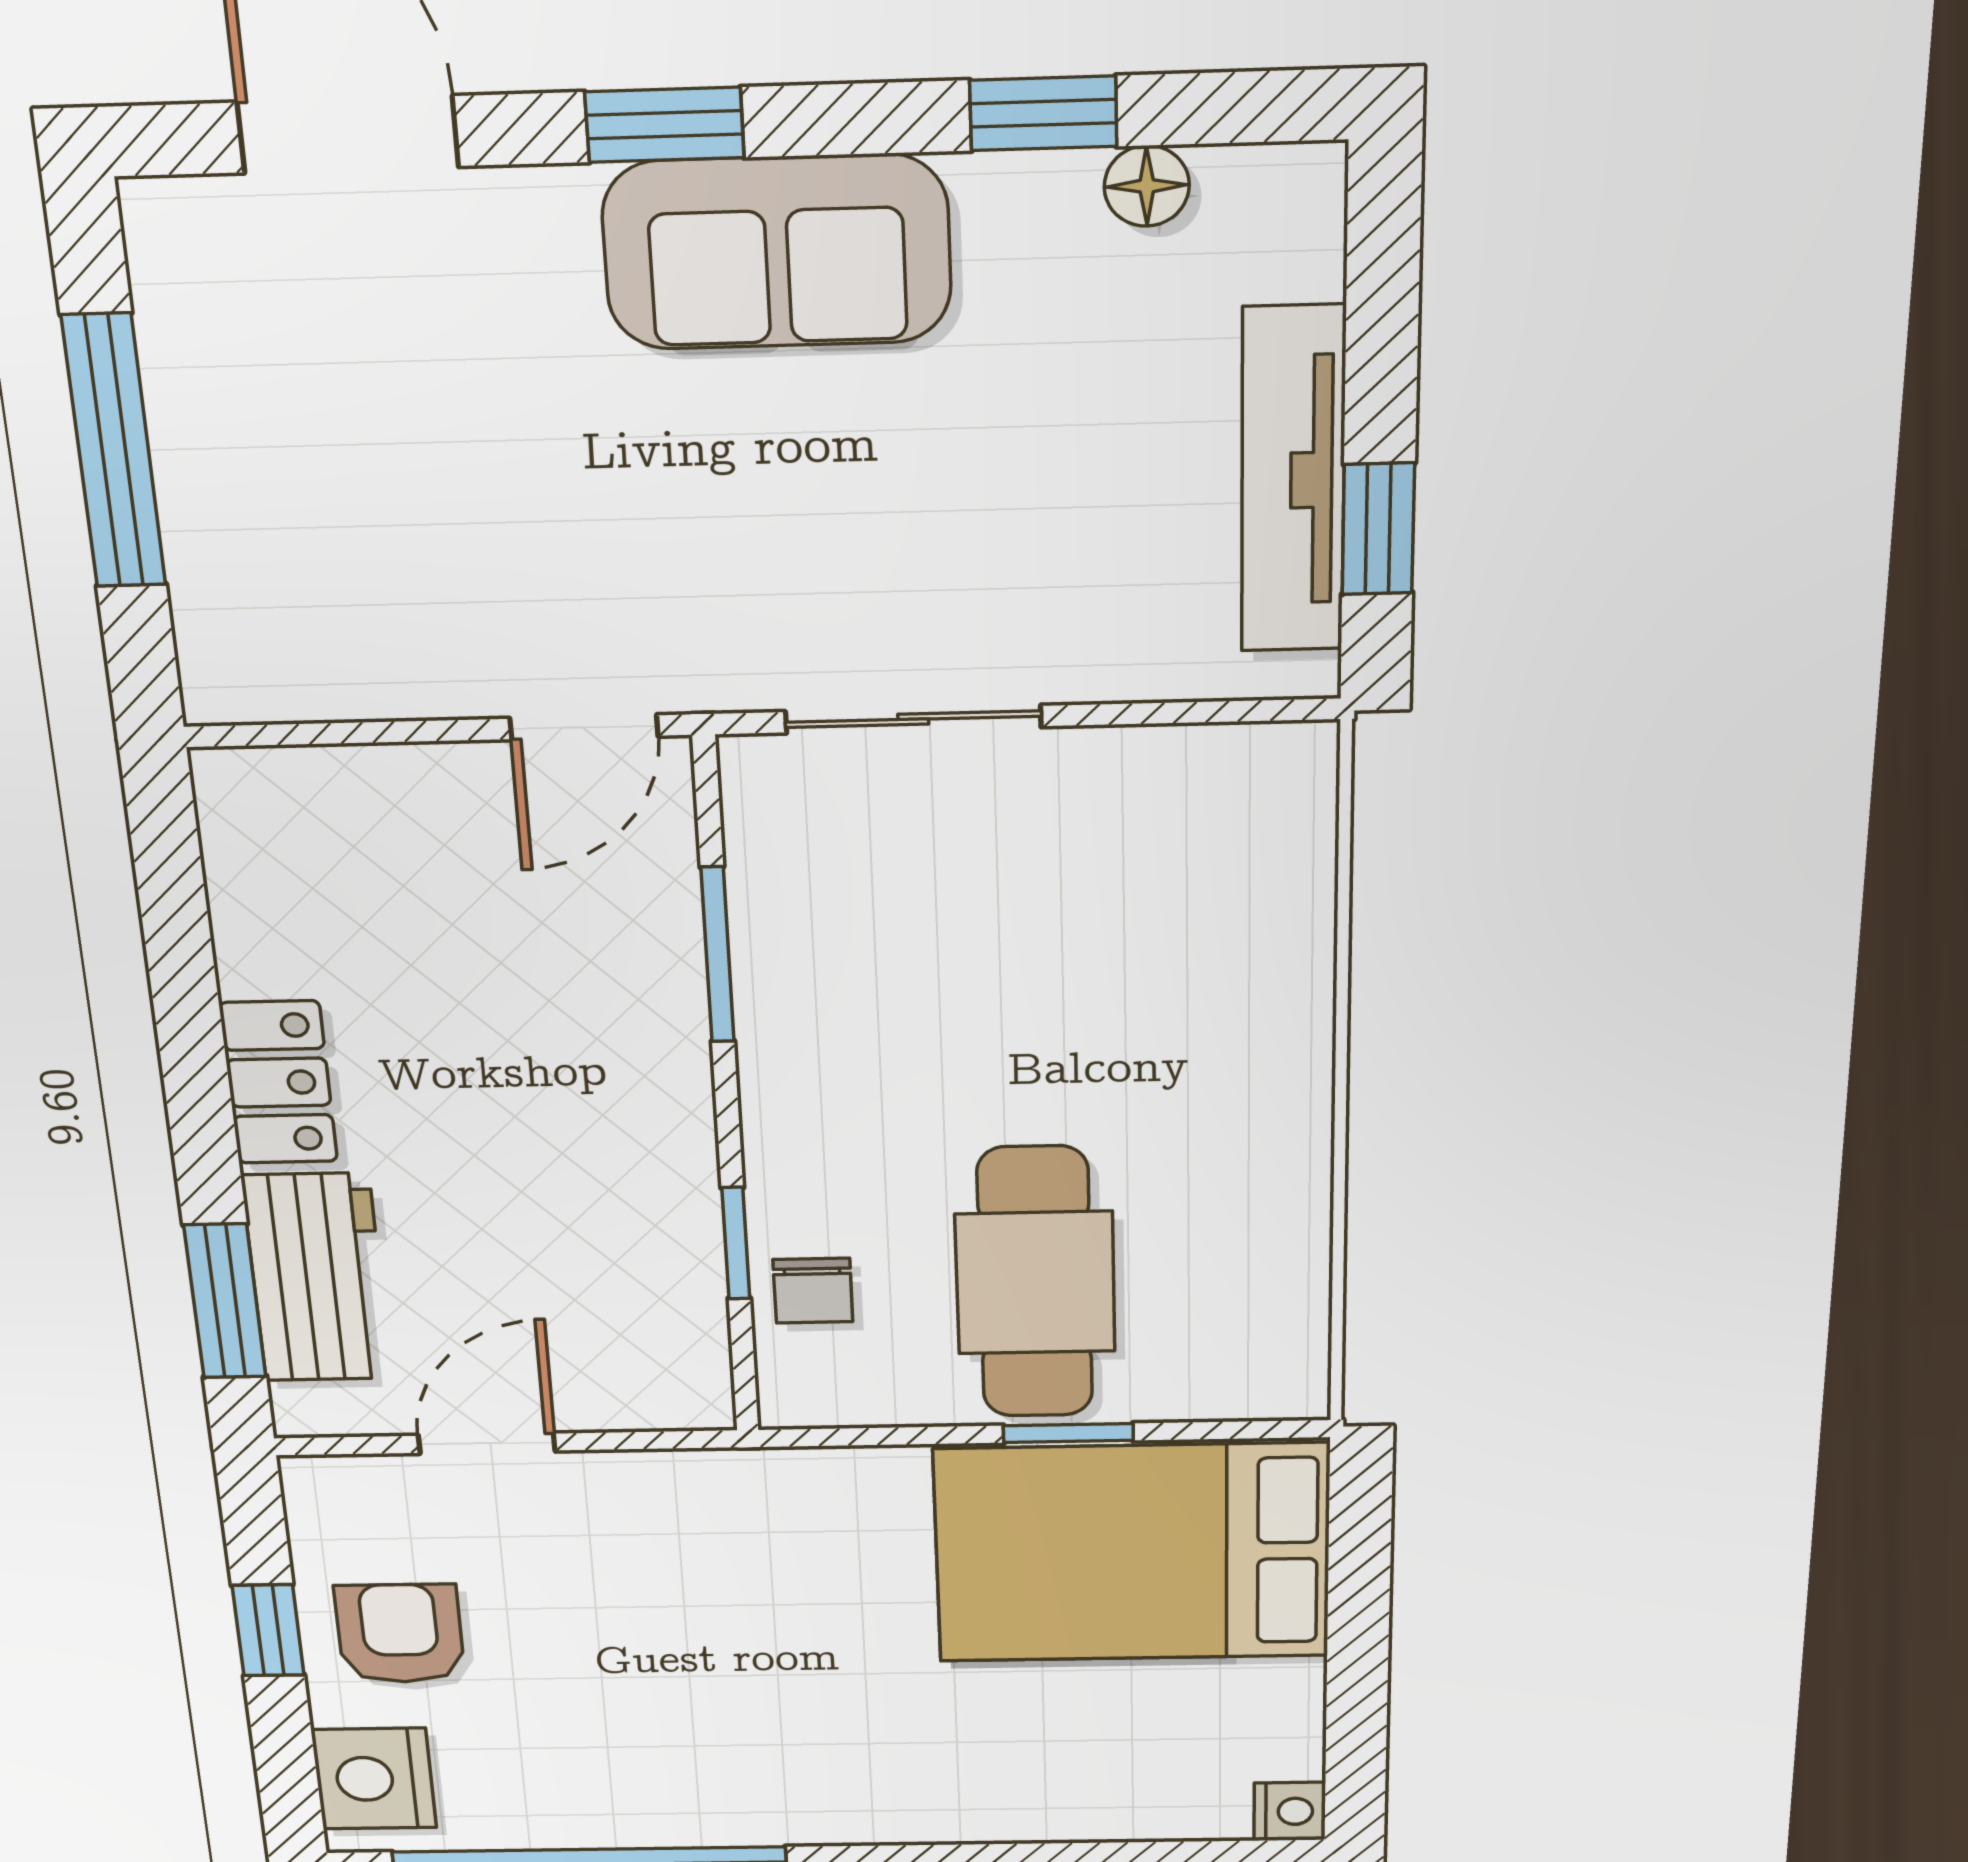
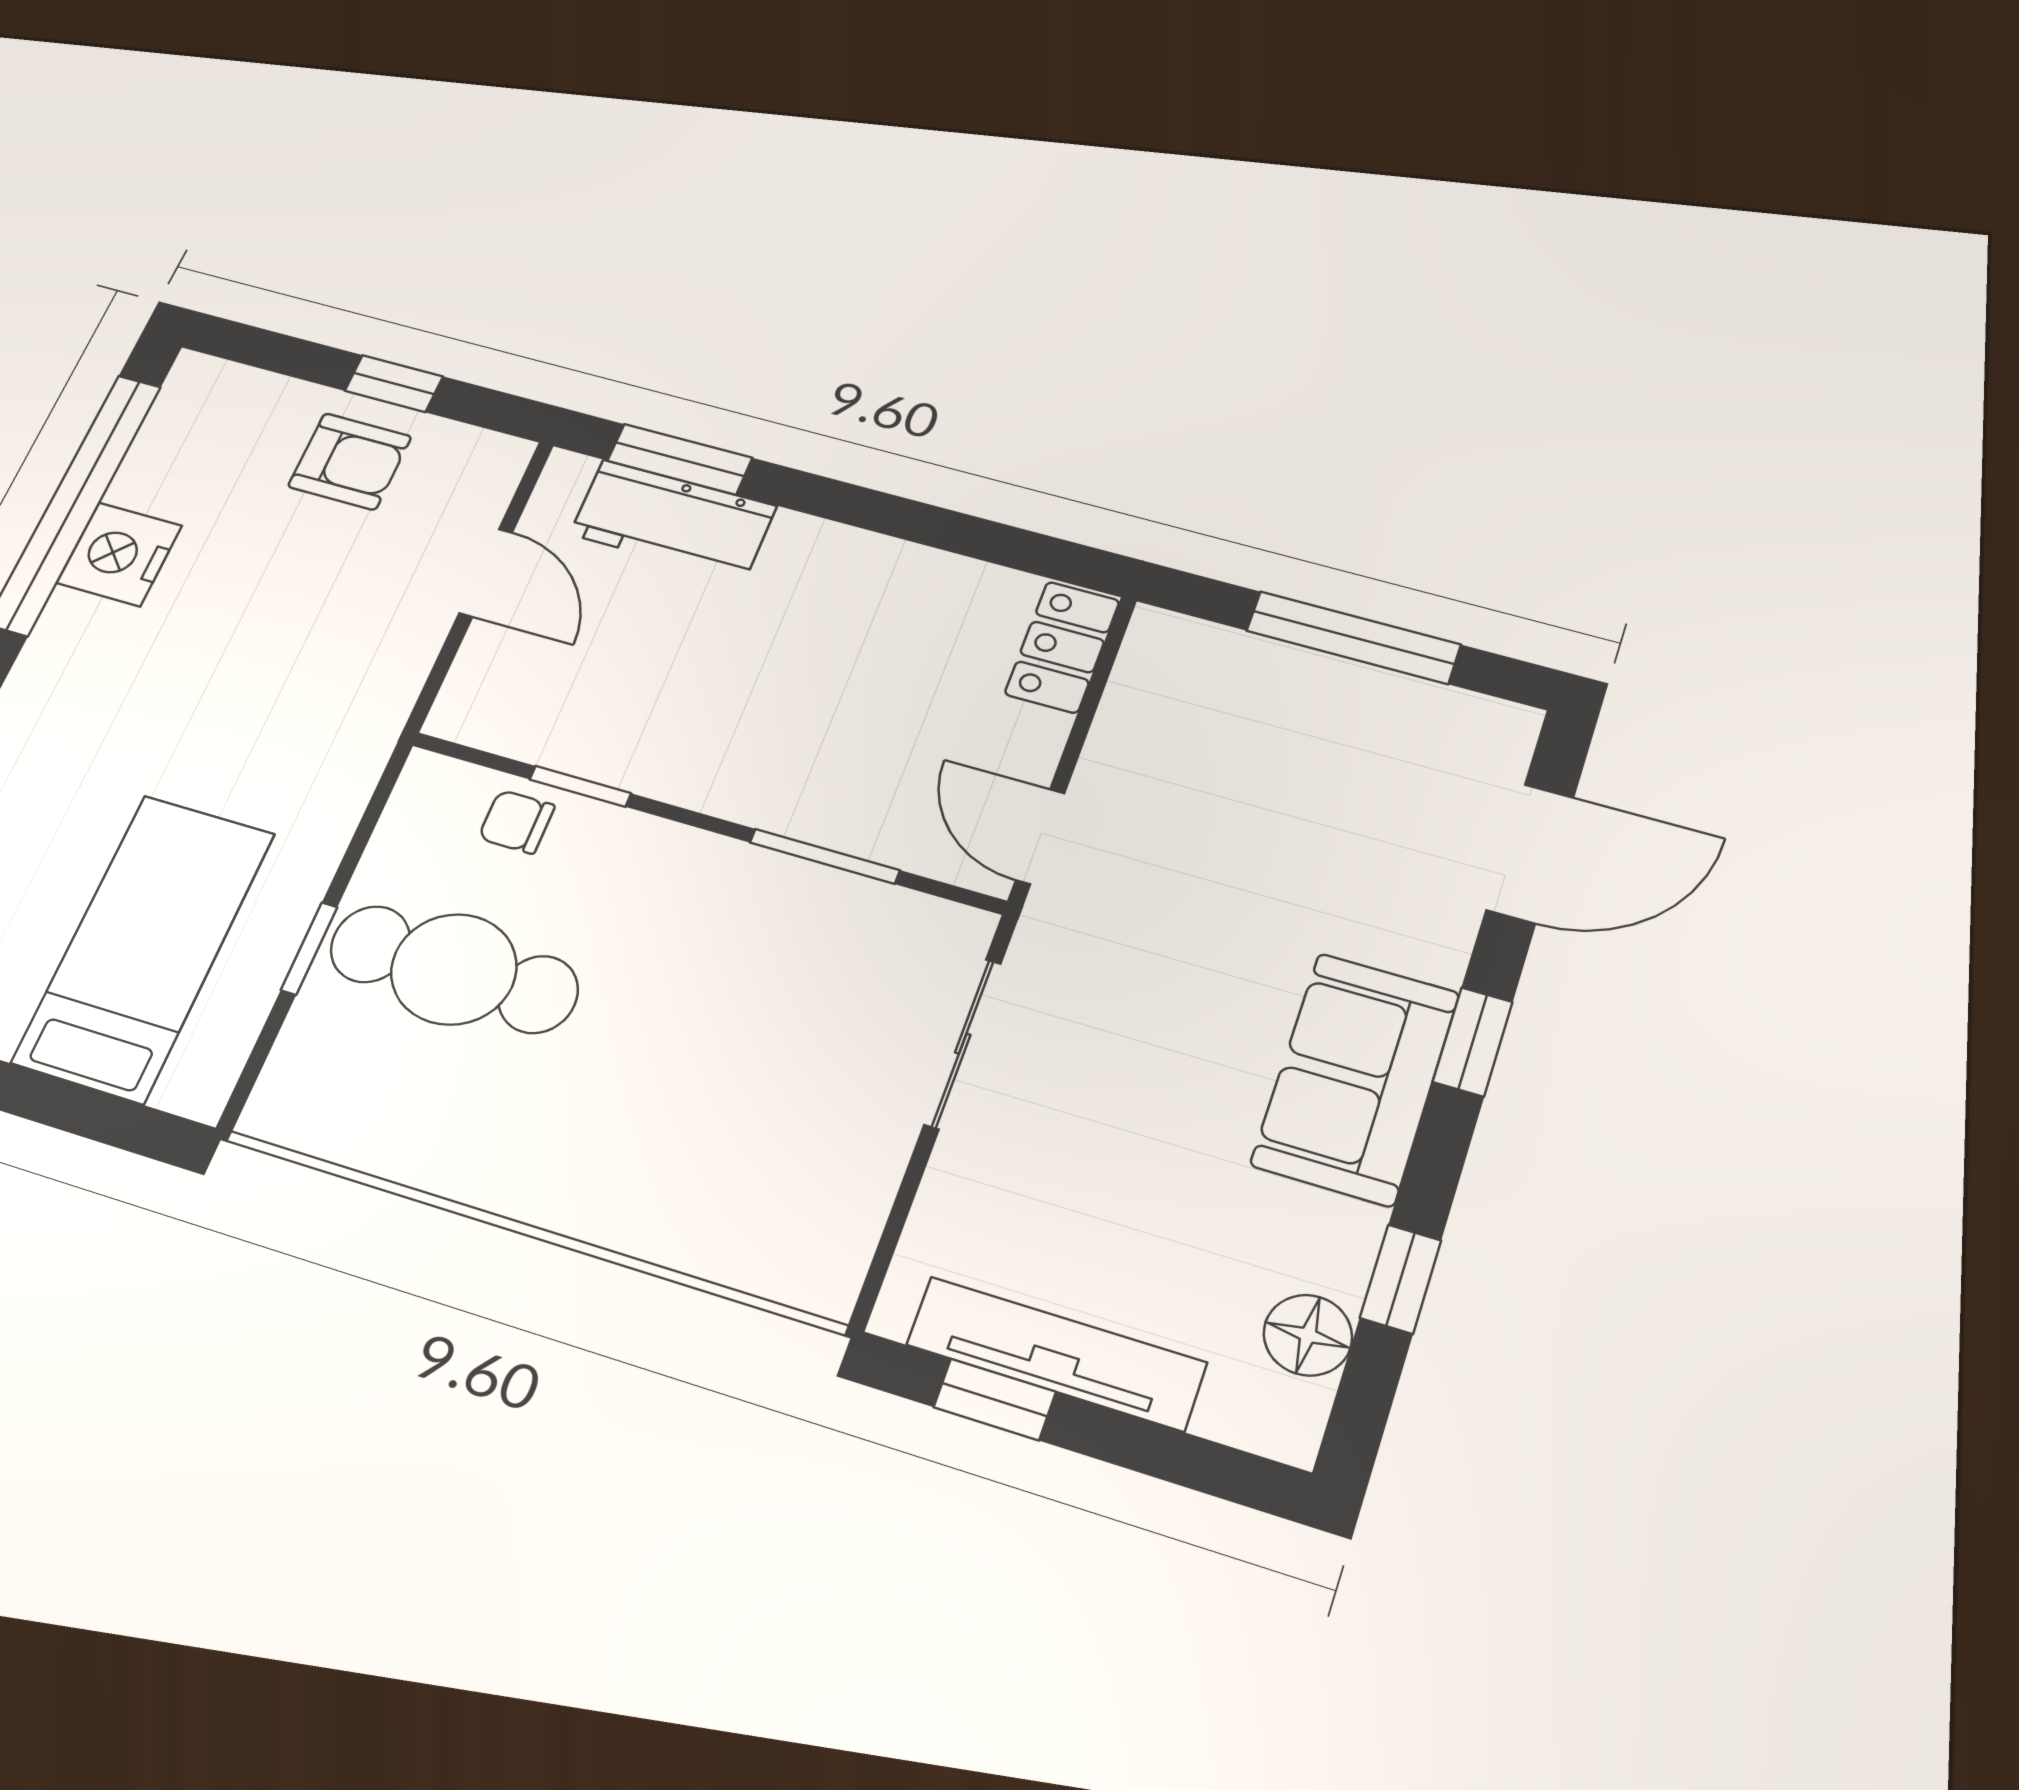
floor lamp: (1147, 186) -> (1308, 1335), width x1.37, depth x1.37
locker: (279, 1082) -> (1062, 647), moved, turned 90
bed: (1132, 1553) -> (144, 947), width x0.67
nightstand: (374, 1779) -> (119, 554), moved, turned -90

